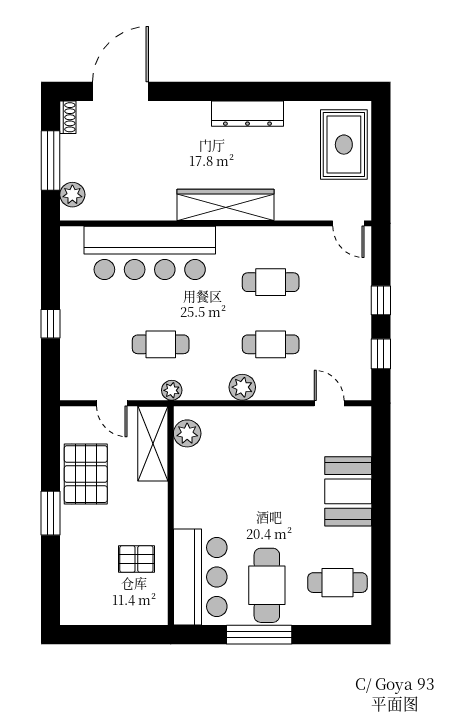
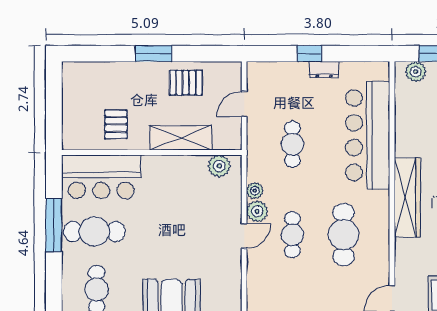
cafe table: (271, 282) -> (344, 235), width x1.37, depth x1.35
dresser: (70, 306) -> (324, 70), added
plant: (172, 390) -> (255, 191), moved
door: (329, 403) -> (244, 236), moved
shelving: (153, 444) -> (181, 138), moved
pallet: (86, 474) -> (186, 83), width x0.67, depth x0.71

